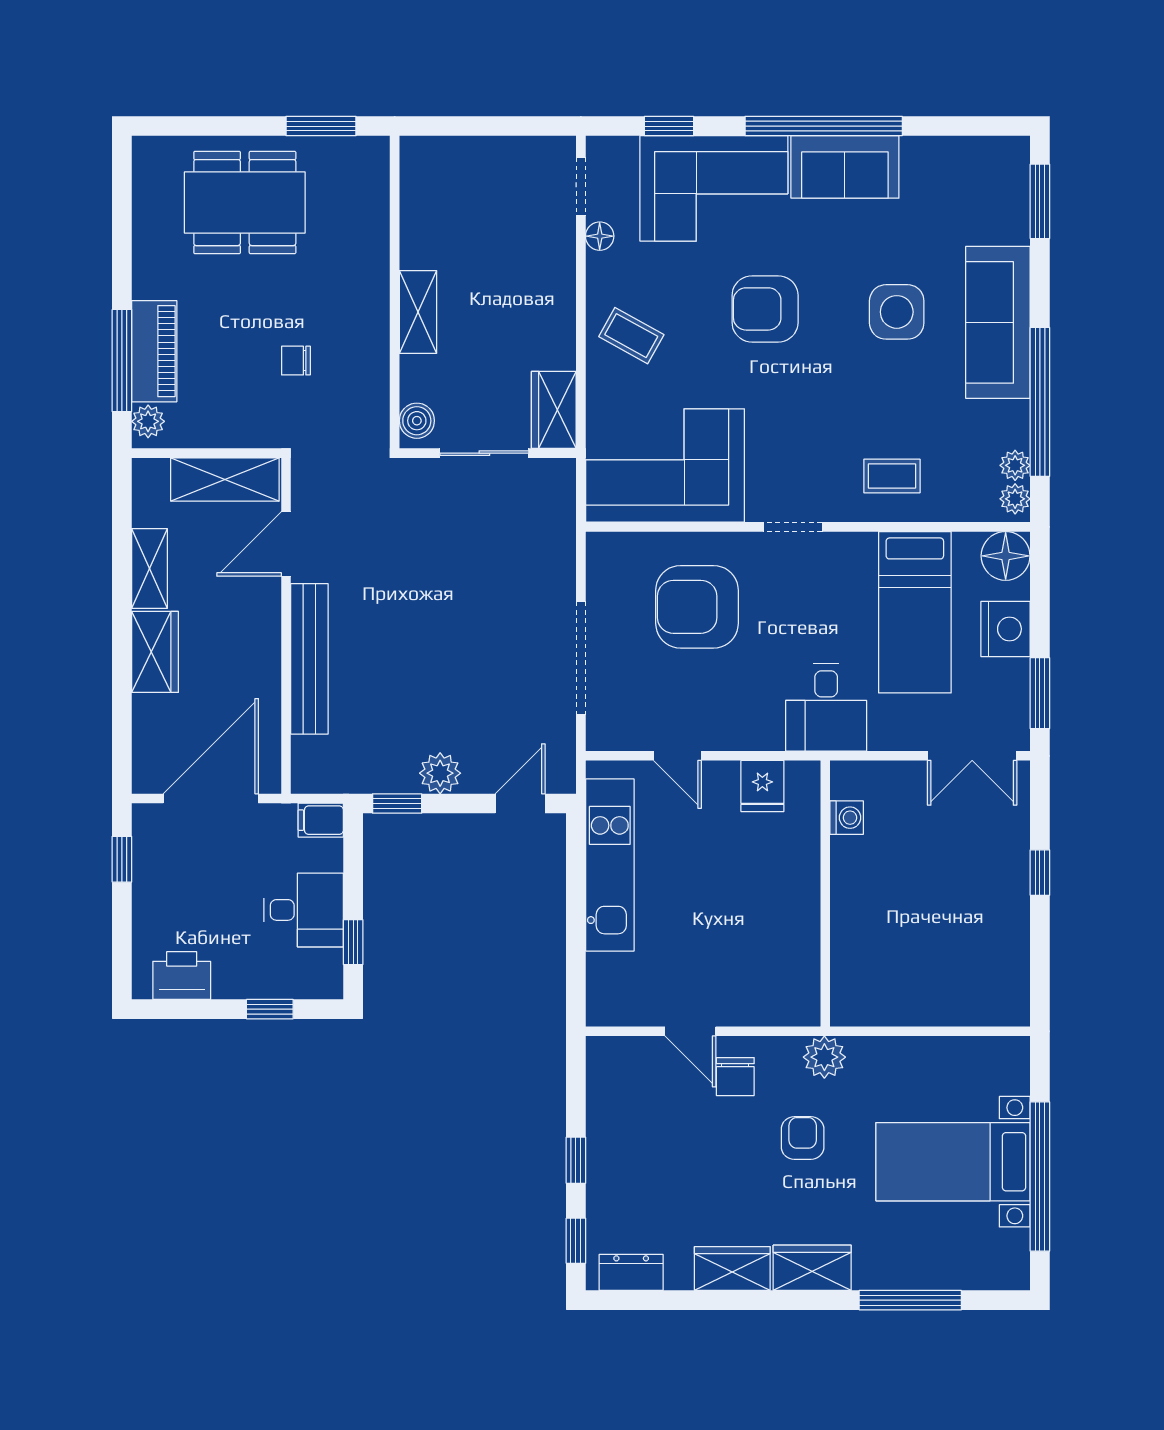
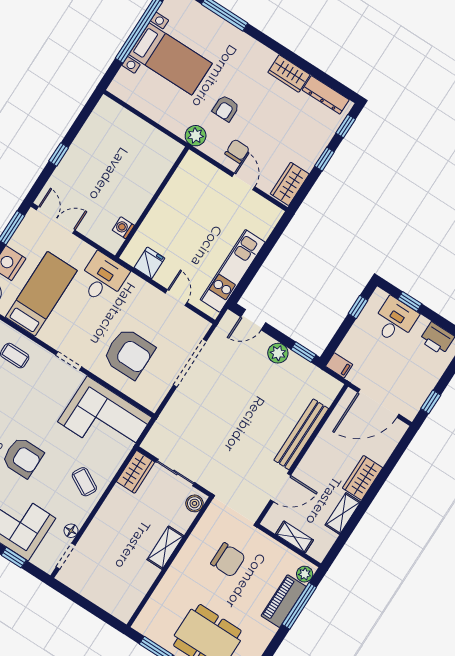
chair: (296, 361) -> (228, 560), width x1.87, depth x1.87
shelving: (225, 479) -> (294, 537), width x0.67, depth x0.75
desk: (304, 910) -> (395, 320), moved, turned 90
wardrobe: (812, 1268) -> (290, 184), moved, turned 90
dresser: (631, 1272) -> (326, 95), width x1.44

